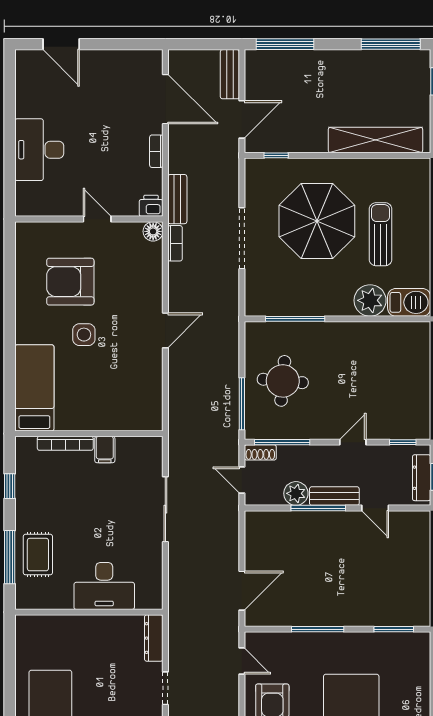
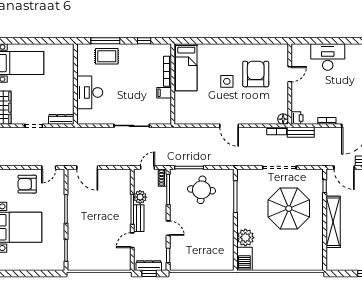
shelving: (375, 140) -> (333, 222), moved
door: (97, 219) -> (290, 74), moved
sun lounger: (381, 234) -> (282, 243), removed
bed: (34, 388) -> (186, 67), moved, turned 90

